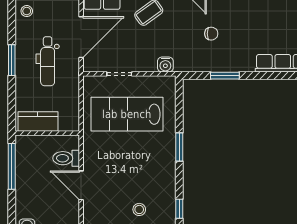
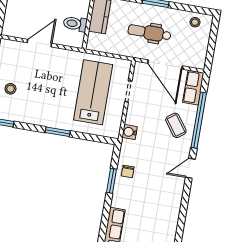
chair: (211, 34) -> (128, 171), moved
toilet: (66, 158) -> (75, 24), moved, turned -90

